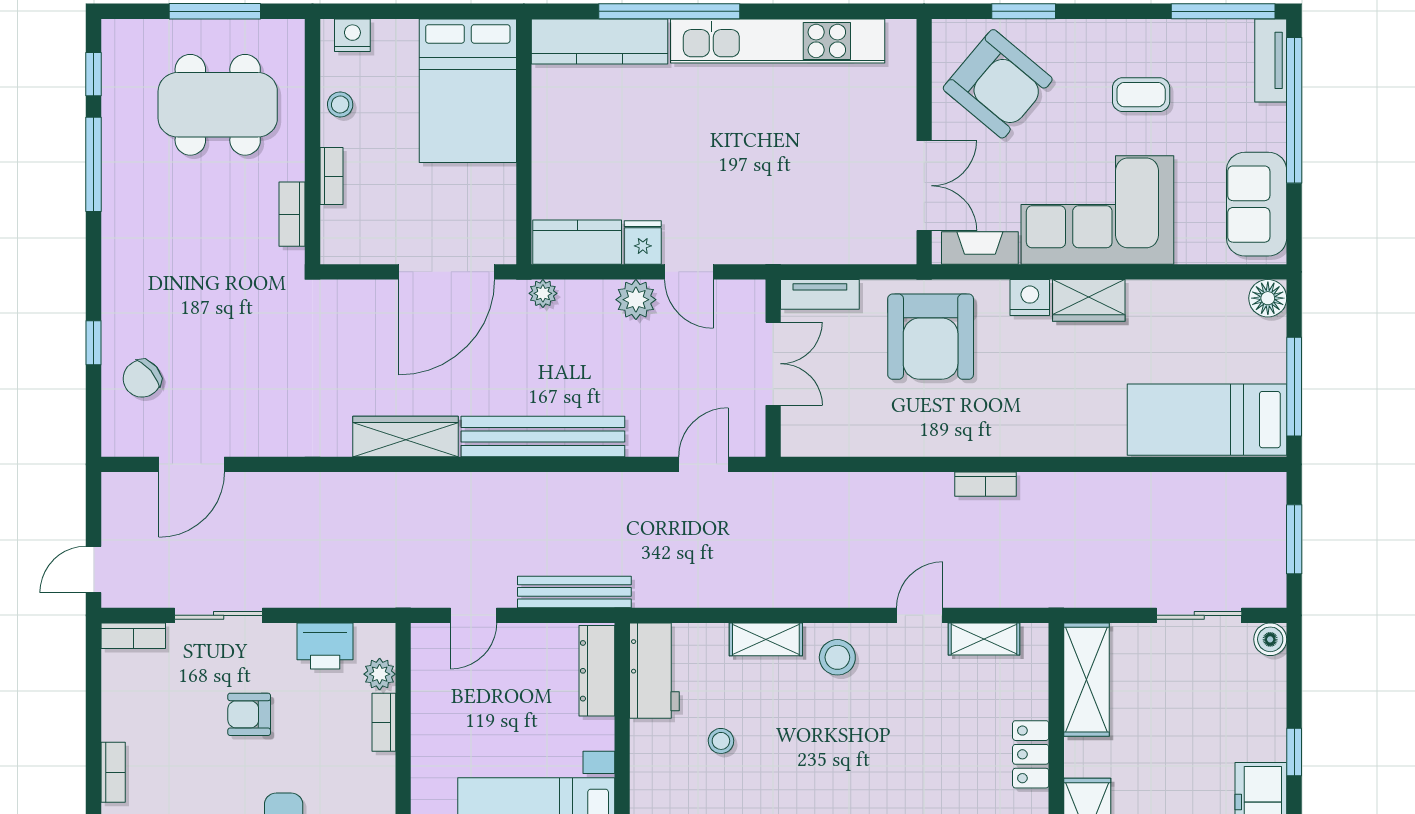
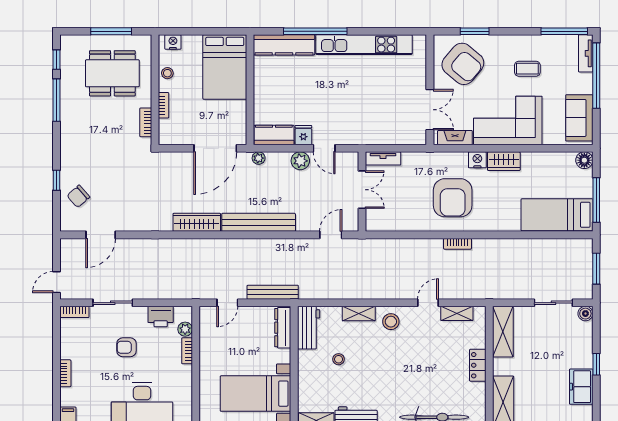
armchair: (931, 337) -> (453, 198), moved

